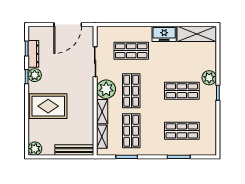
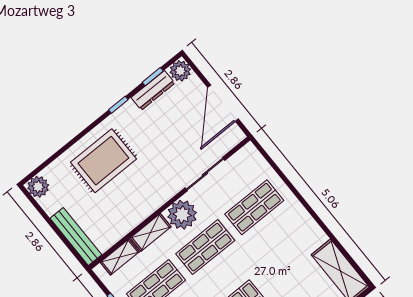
door: (68, 25) -> (223, 103), hinge flipped
freezer: (164, 34) -> (308, 231), removed
shop shelf: (131, 51) -> (254, 207), turned 90
plant: (35, 75) -> (180, 71), moved
rug: (48, 106) -> (103, 161), turned 90

